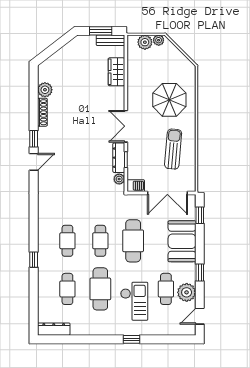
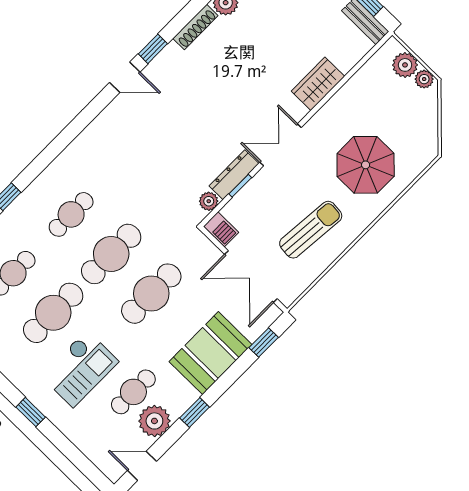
wardrobe: (116, 72) -> (318, 84), moved
cafe table: (100, 241) -> (111, 254), width x1.37, depth x1.35

